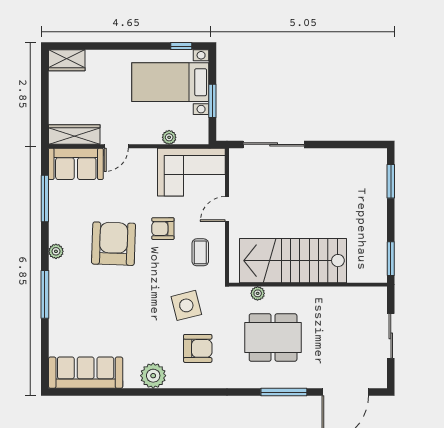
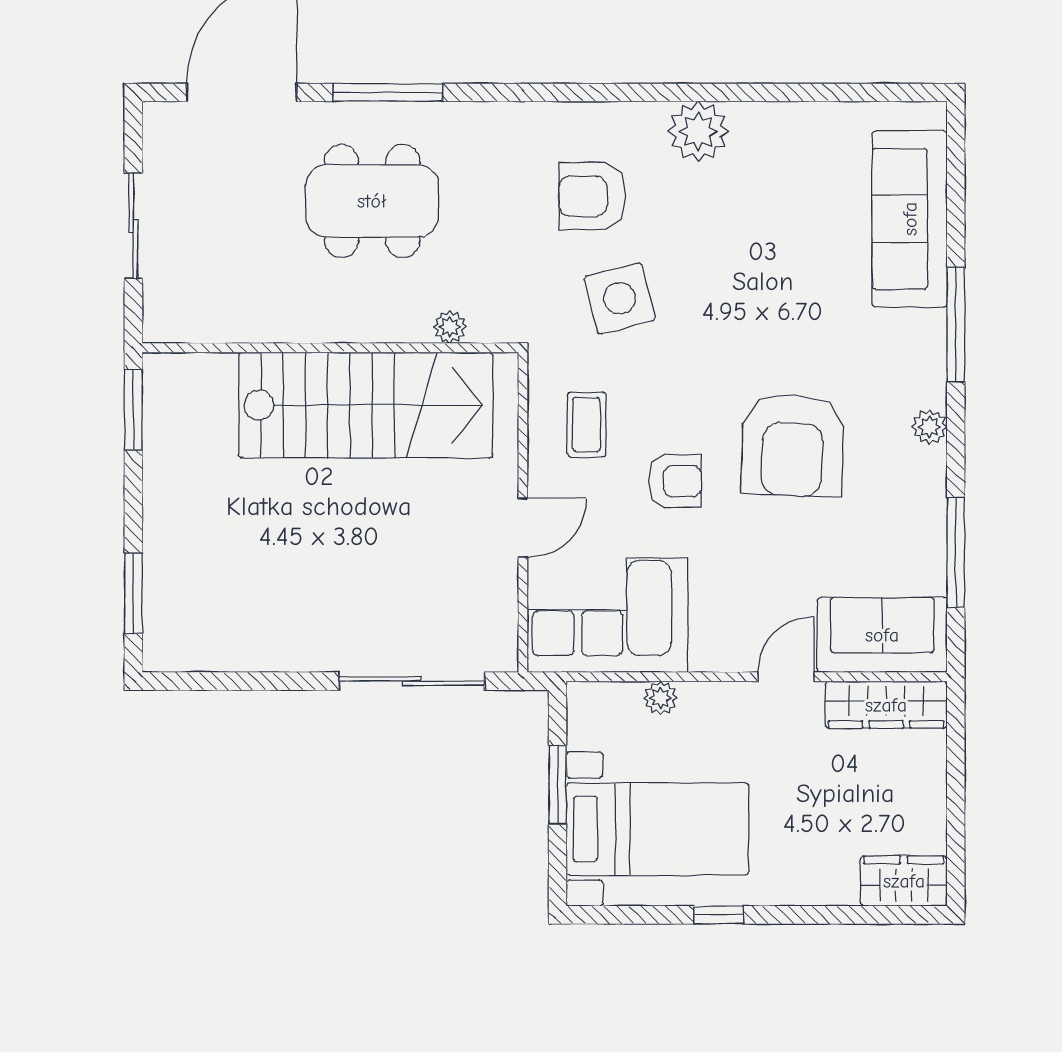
window: (181, 46) -> (719, 915), moved
dining table: (273, 337) -> (372, 201), moved
sofa: (86, 373) -> (910, 219), moved, turned 90

